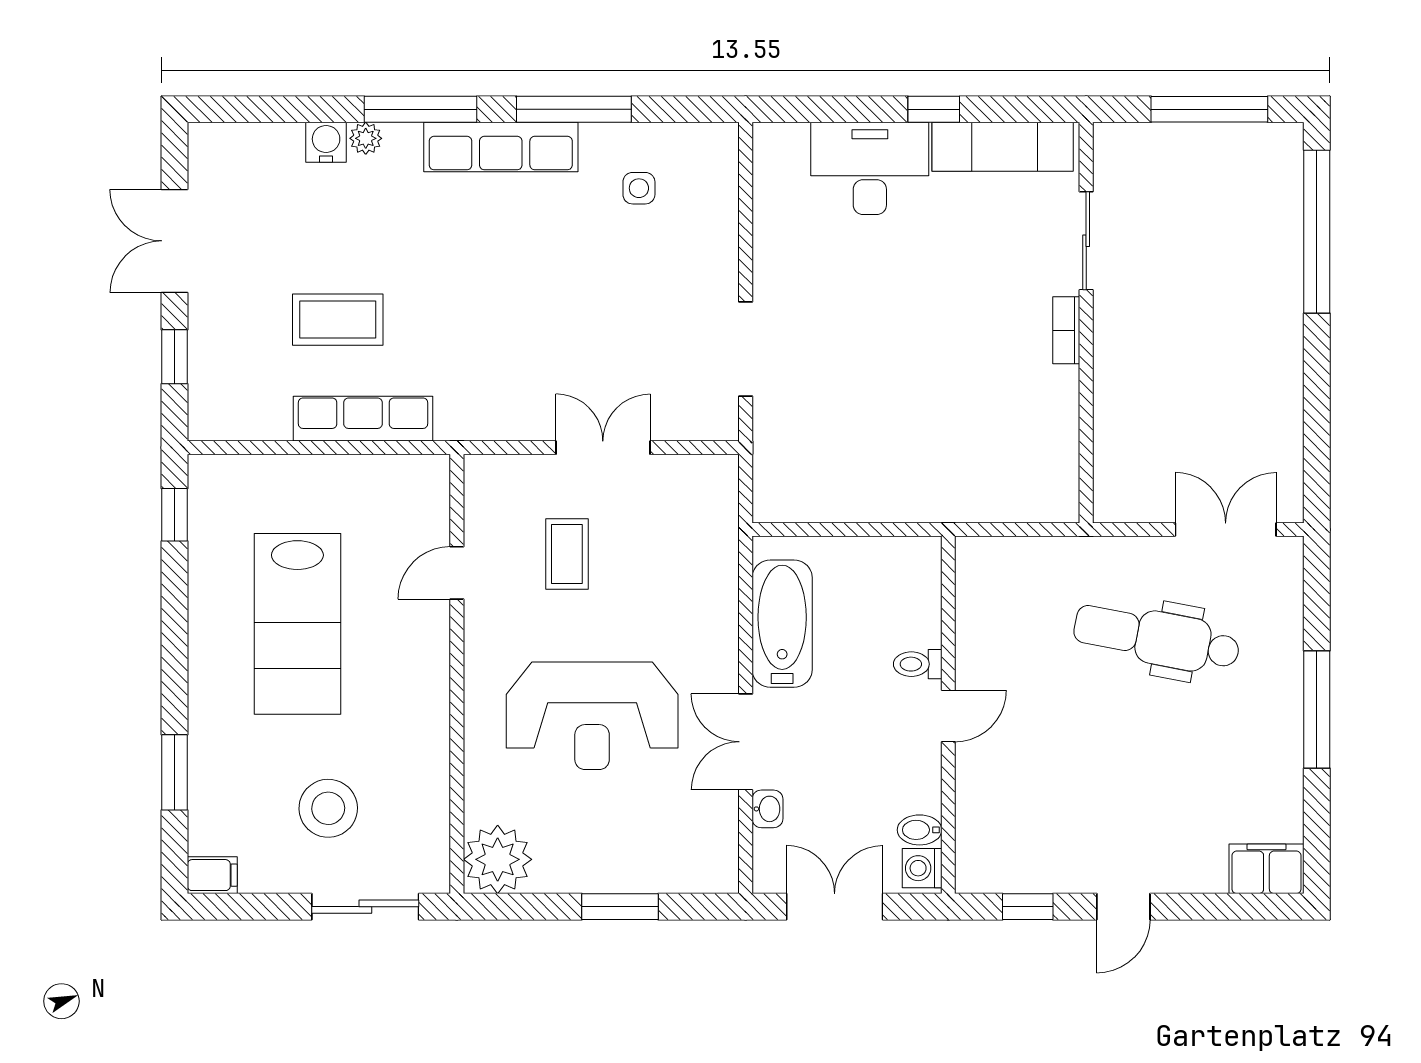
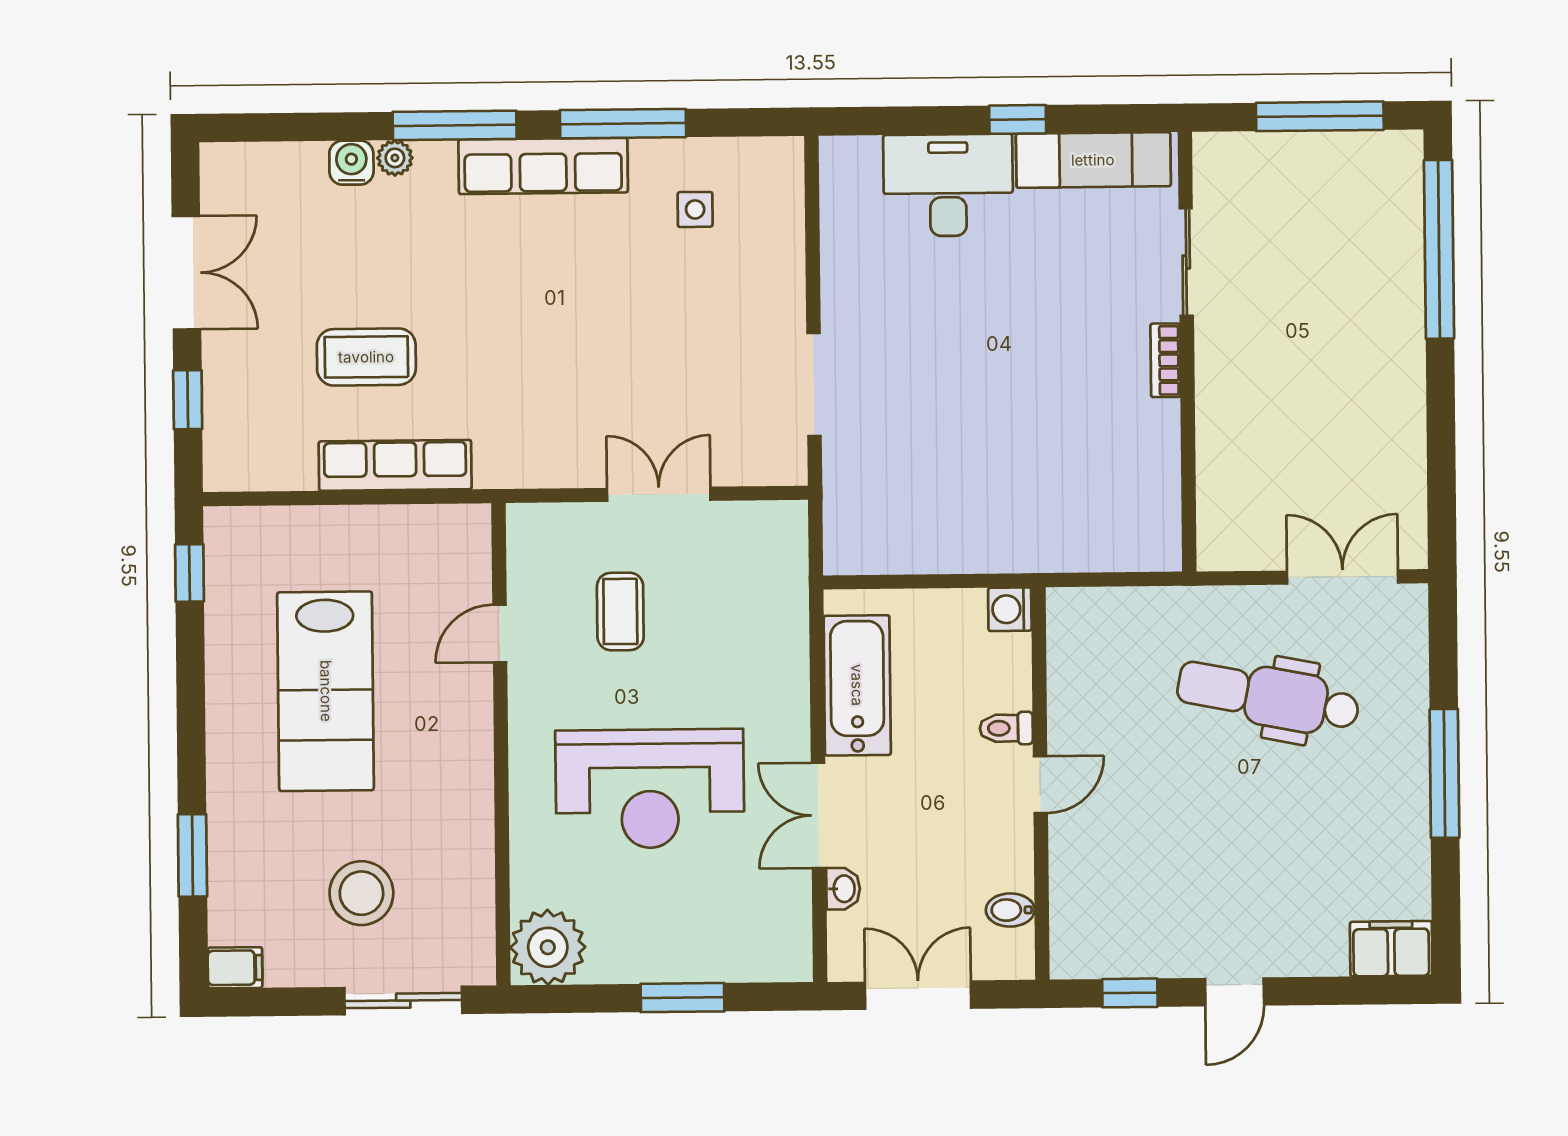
double door: (175, 241) -> (186, 273), swing flipped
washing machine: (922, 868) -> (1010, 609), moved

